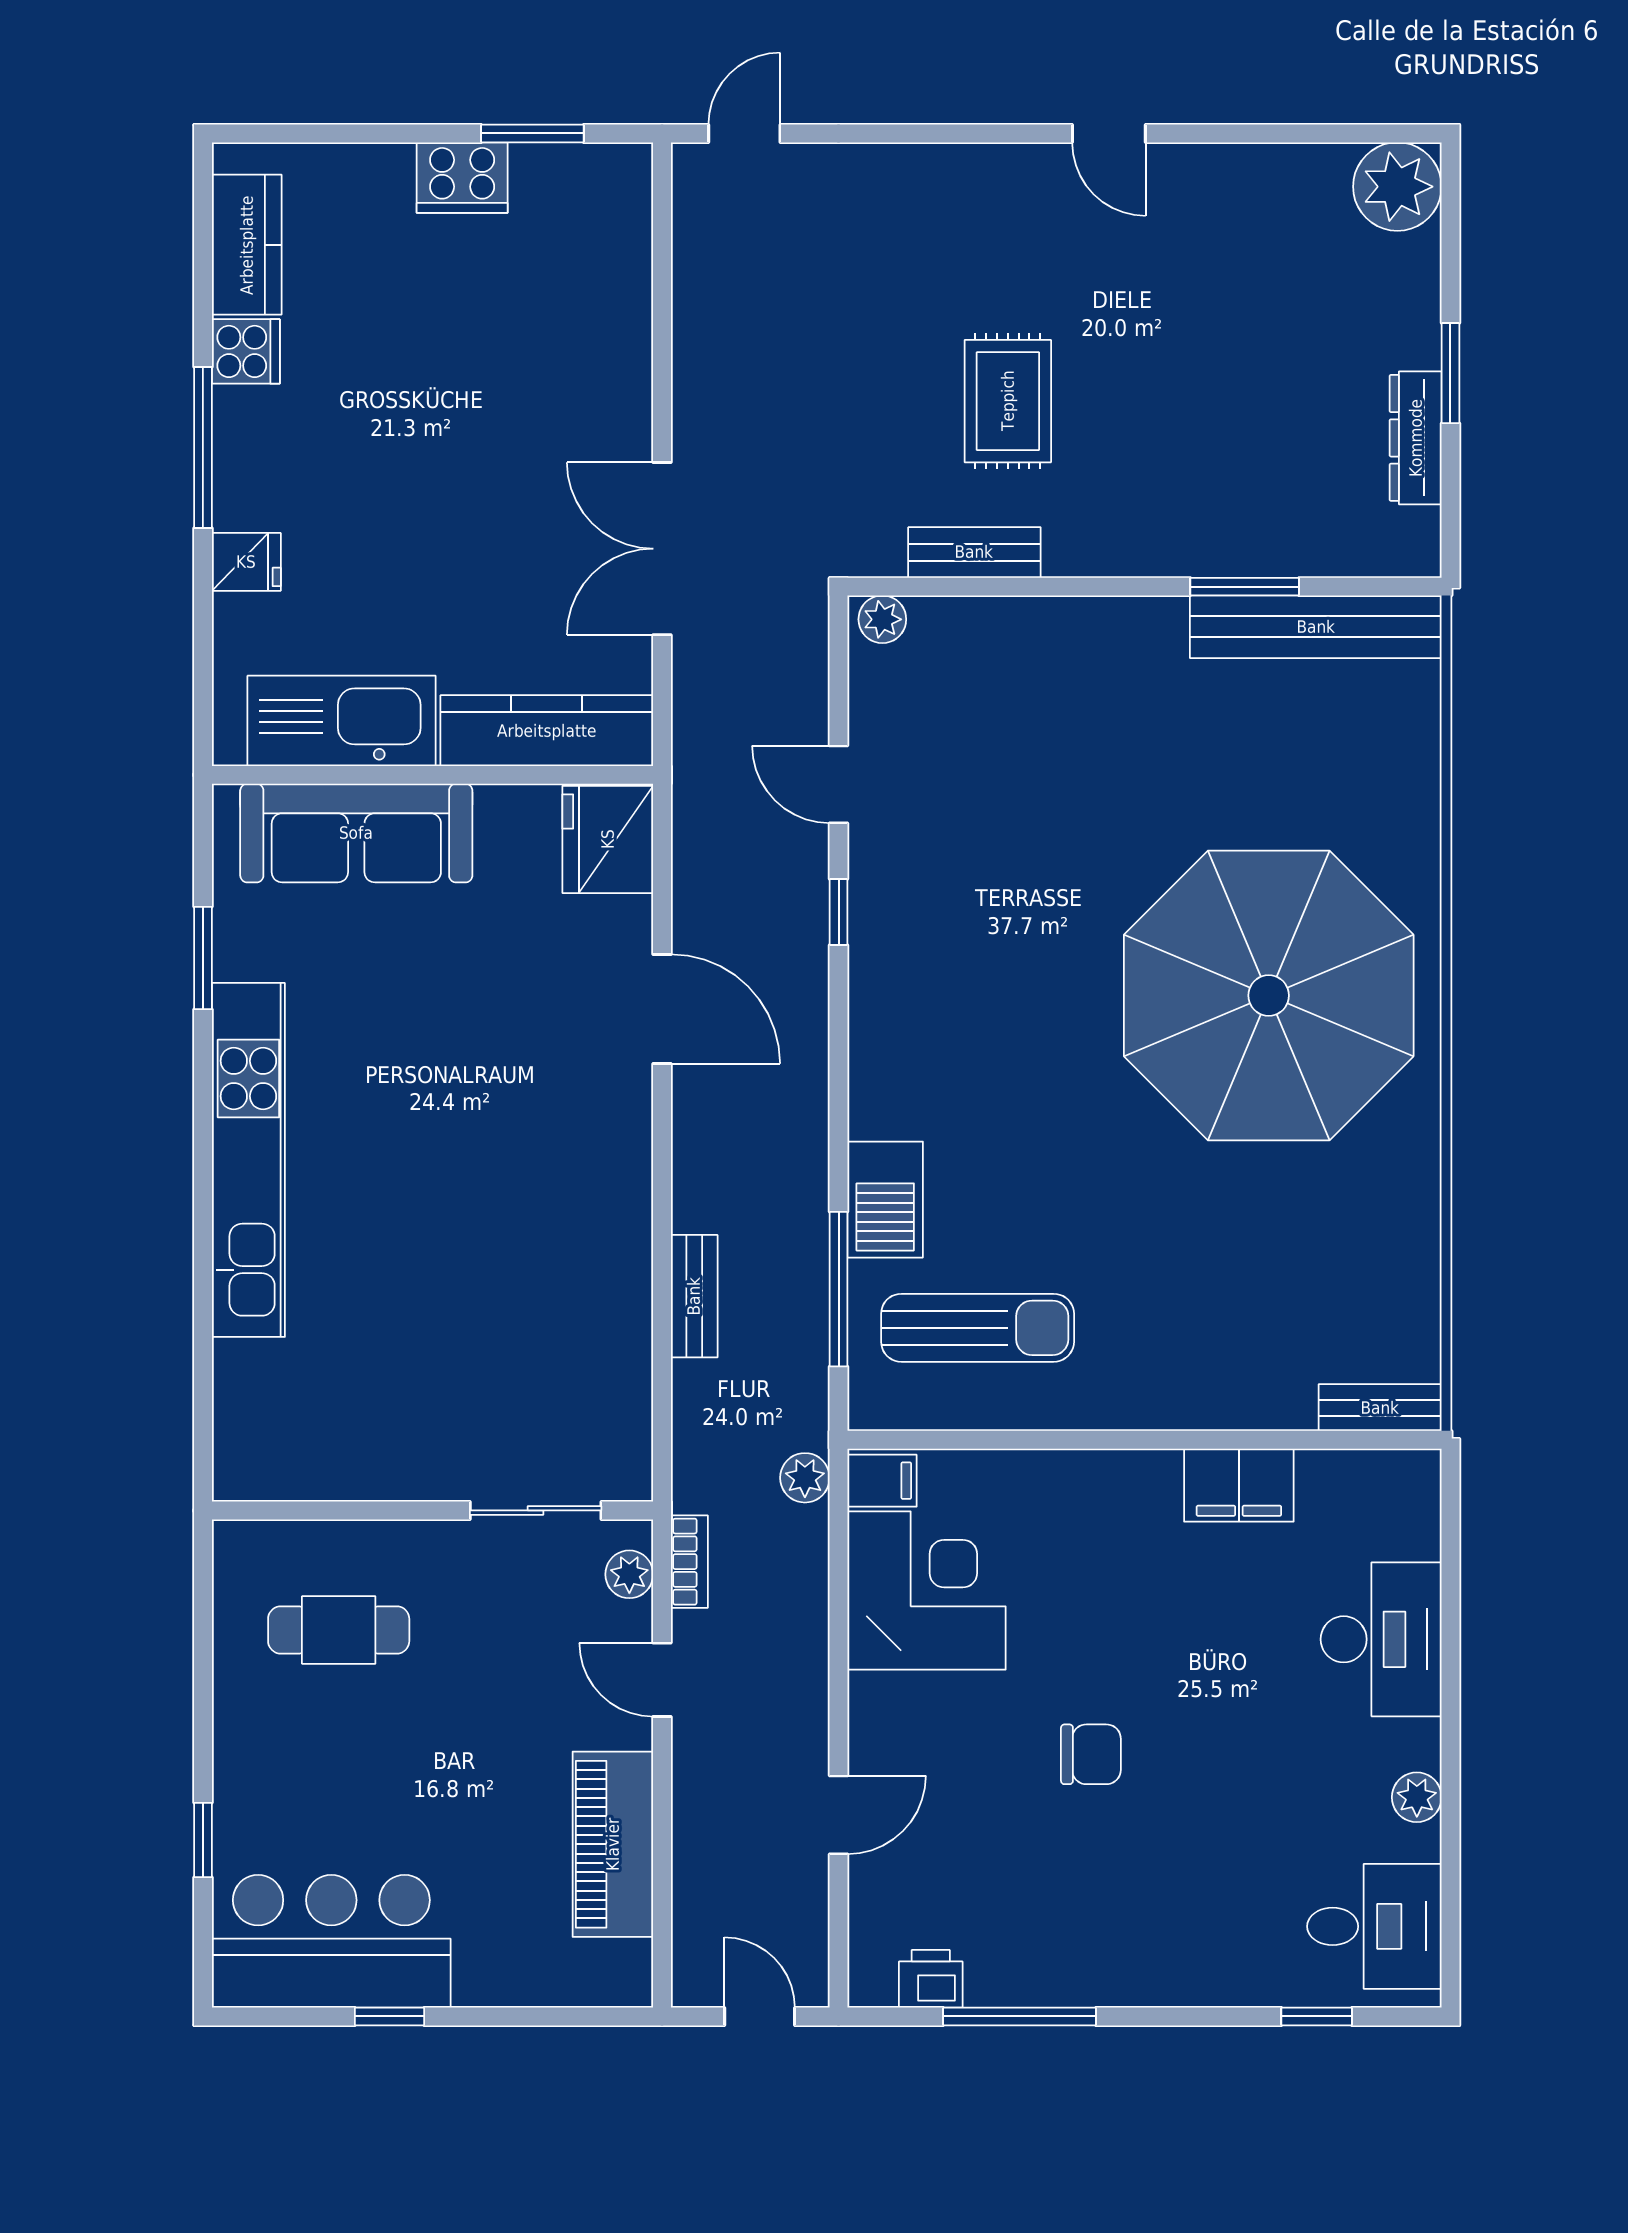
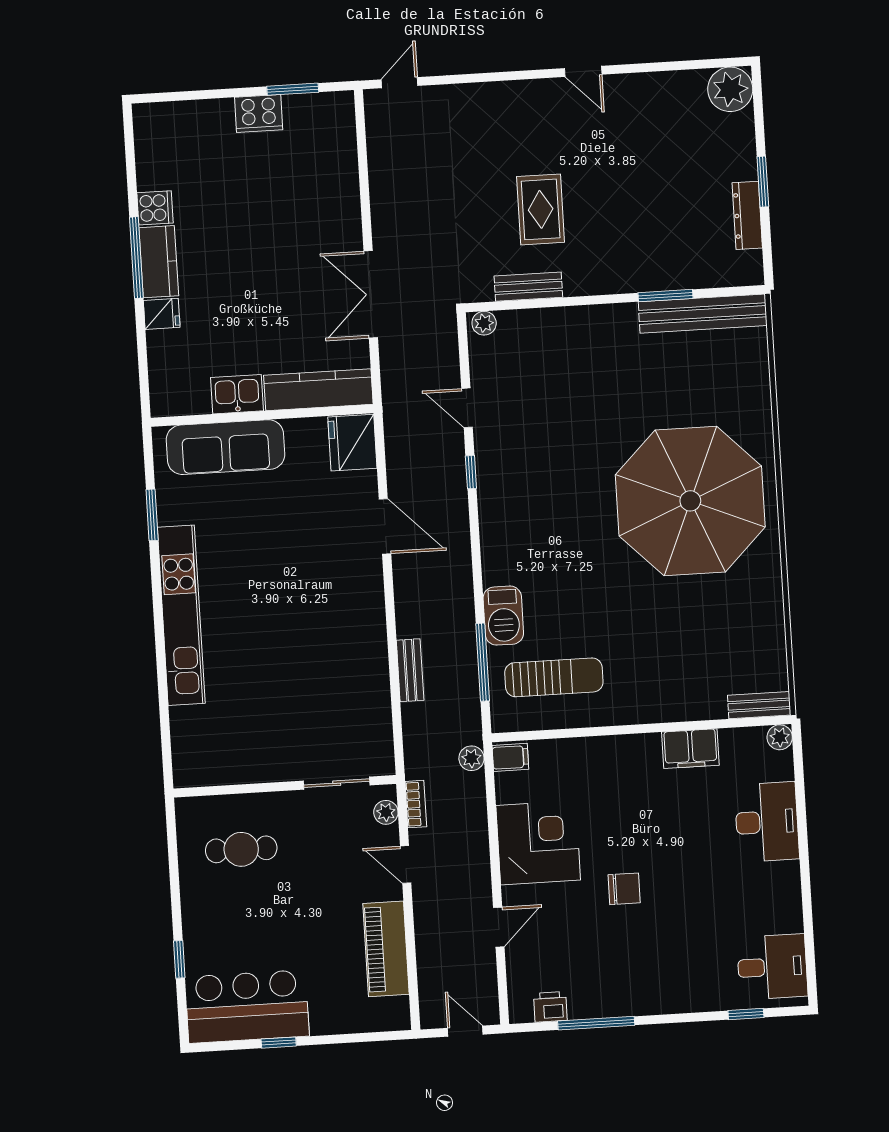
kitchen counter: (247, 245) -> (159, 262), moved
kitchen sink: (342, 721) -> (237, 394), width x0.53, depth x0.81
corner desk: (926, 1590) -> (538, 843), moved
plant: (1417, 1797) -> (780, 737), moved

